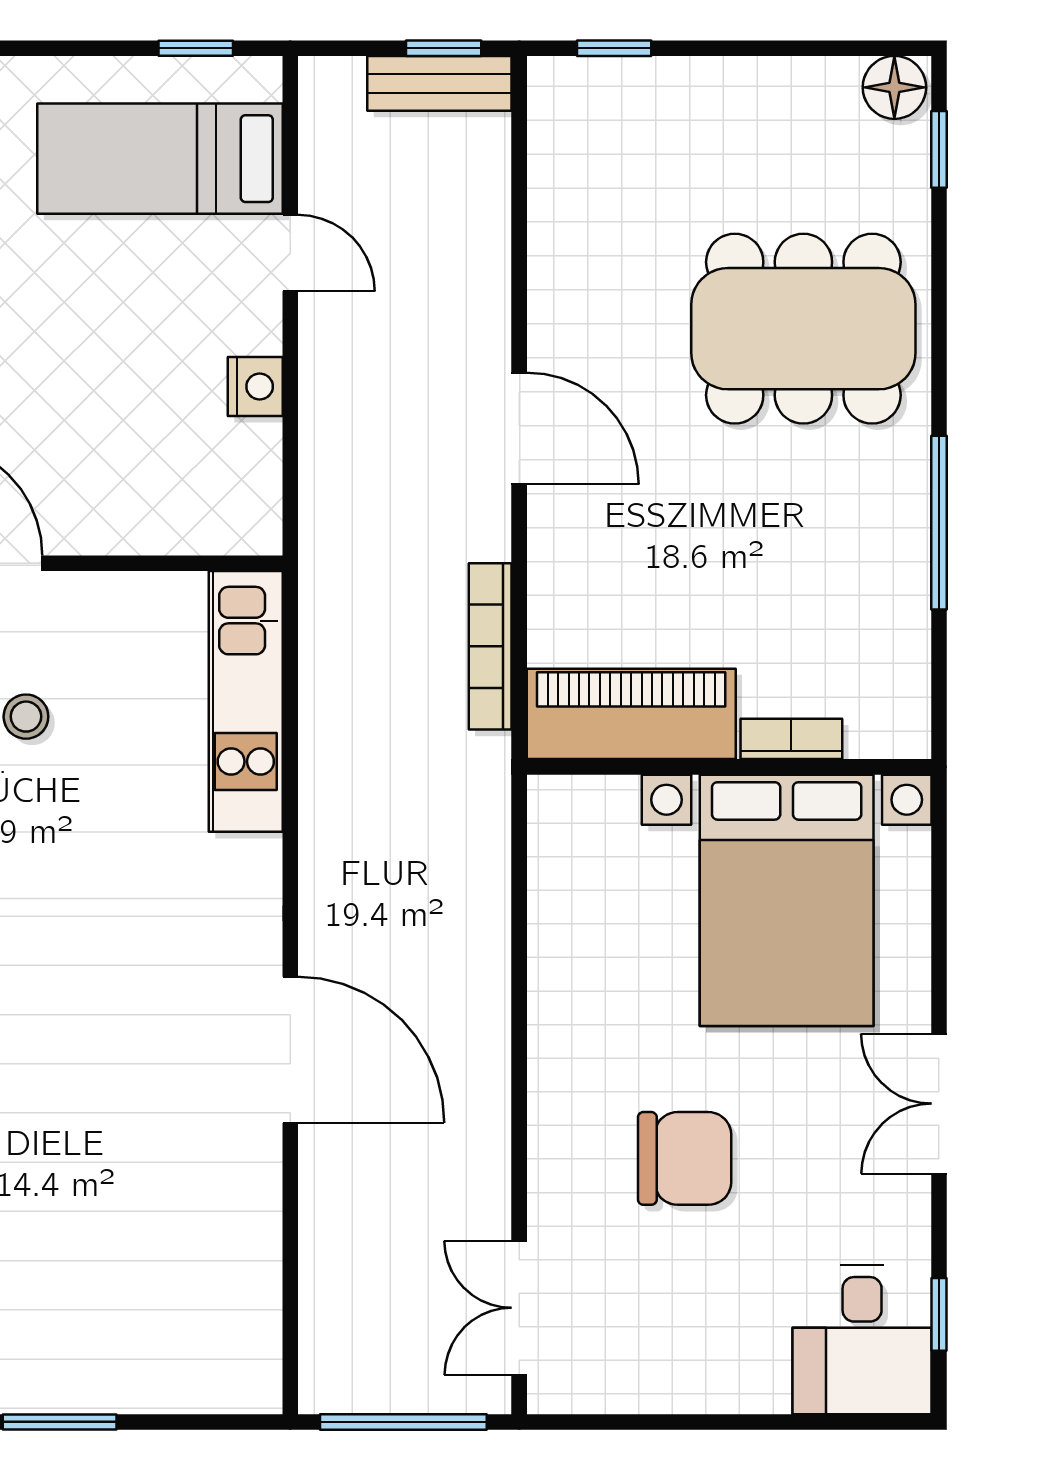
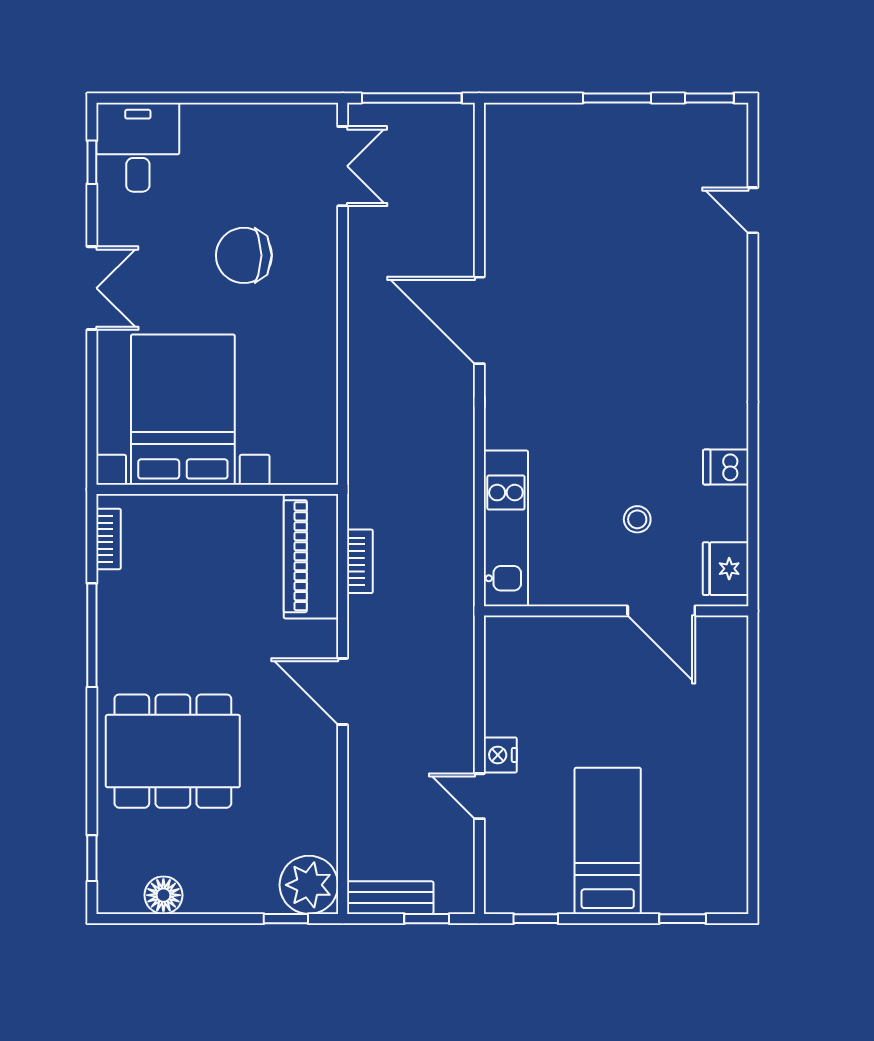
window: (444, 48) -> (427, 919), moved
floor lamp: (894, 87) -> (163, 895), moved
plant: (576, 105) -> (309, 885), added
bed: (160, 159) -> (608, 841), moved, turned -90
nightstand: (255, 386) -> (500, 755), moved
bookcase: (490, 646) -> (360, 561), width x0.64
piano: (631, 714) -> (311, 556), moved, turned 90
bookcase: (791, 739) -> (109, 539), moved, turned -90

